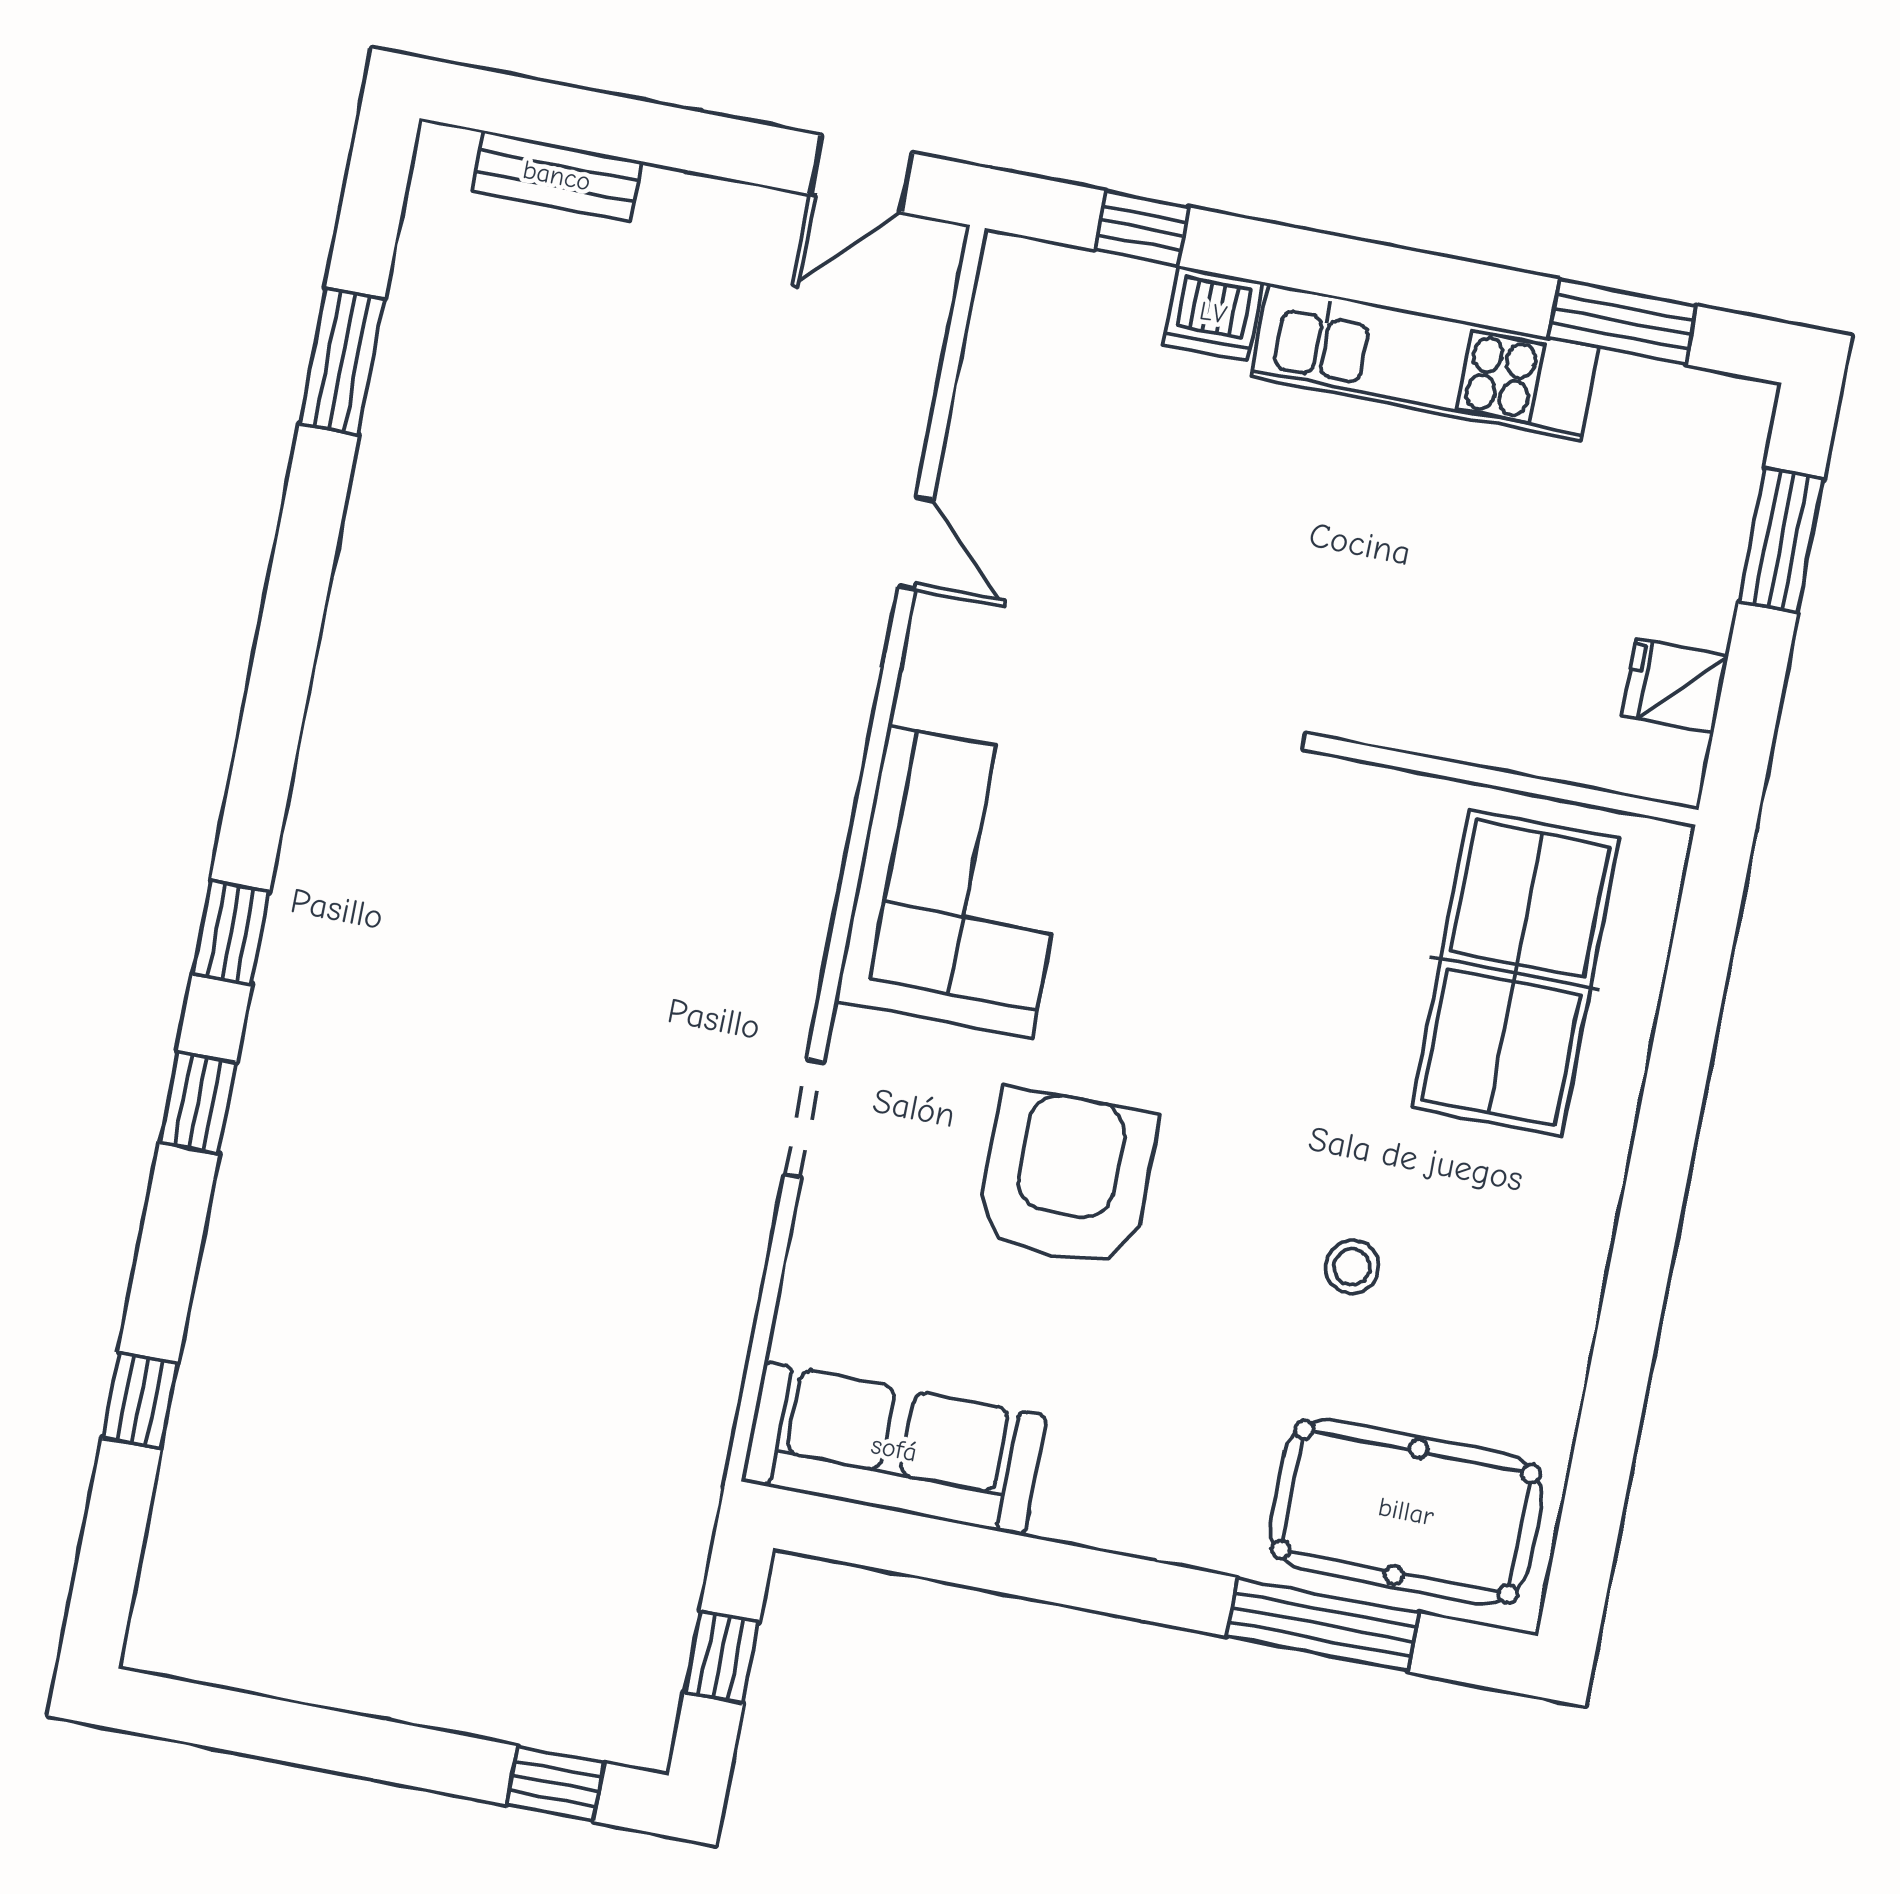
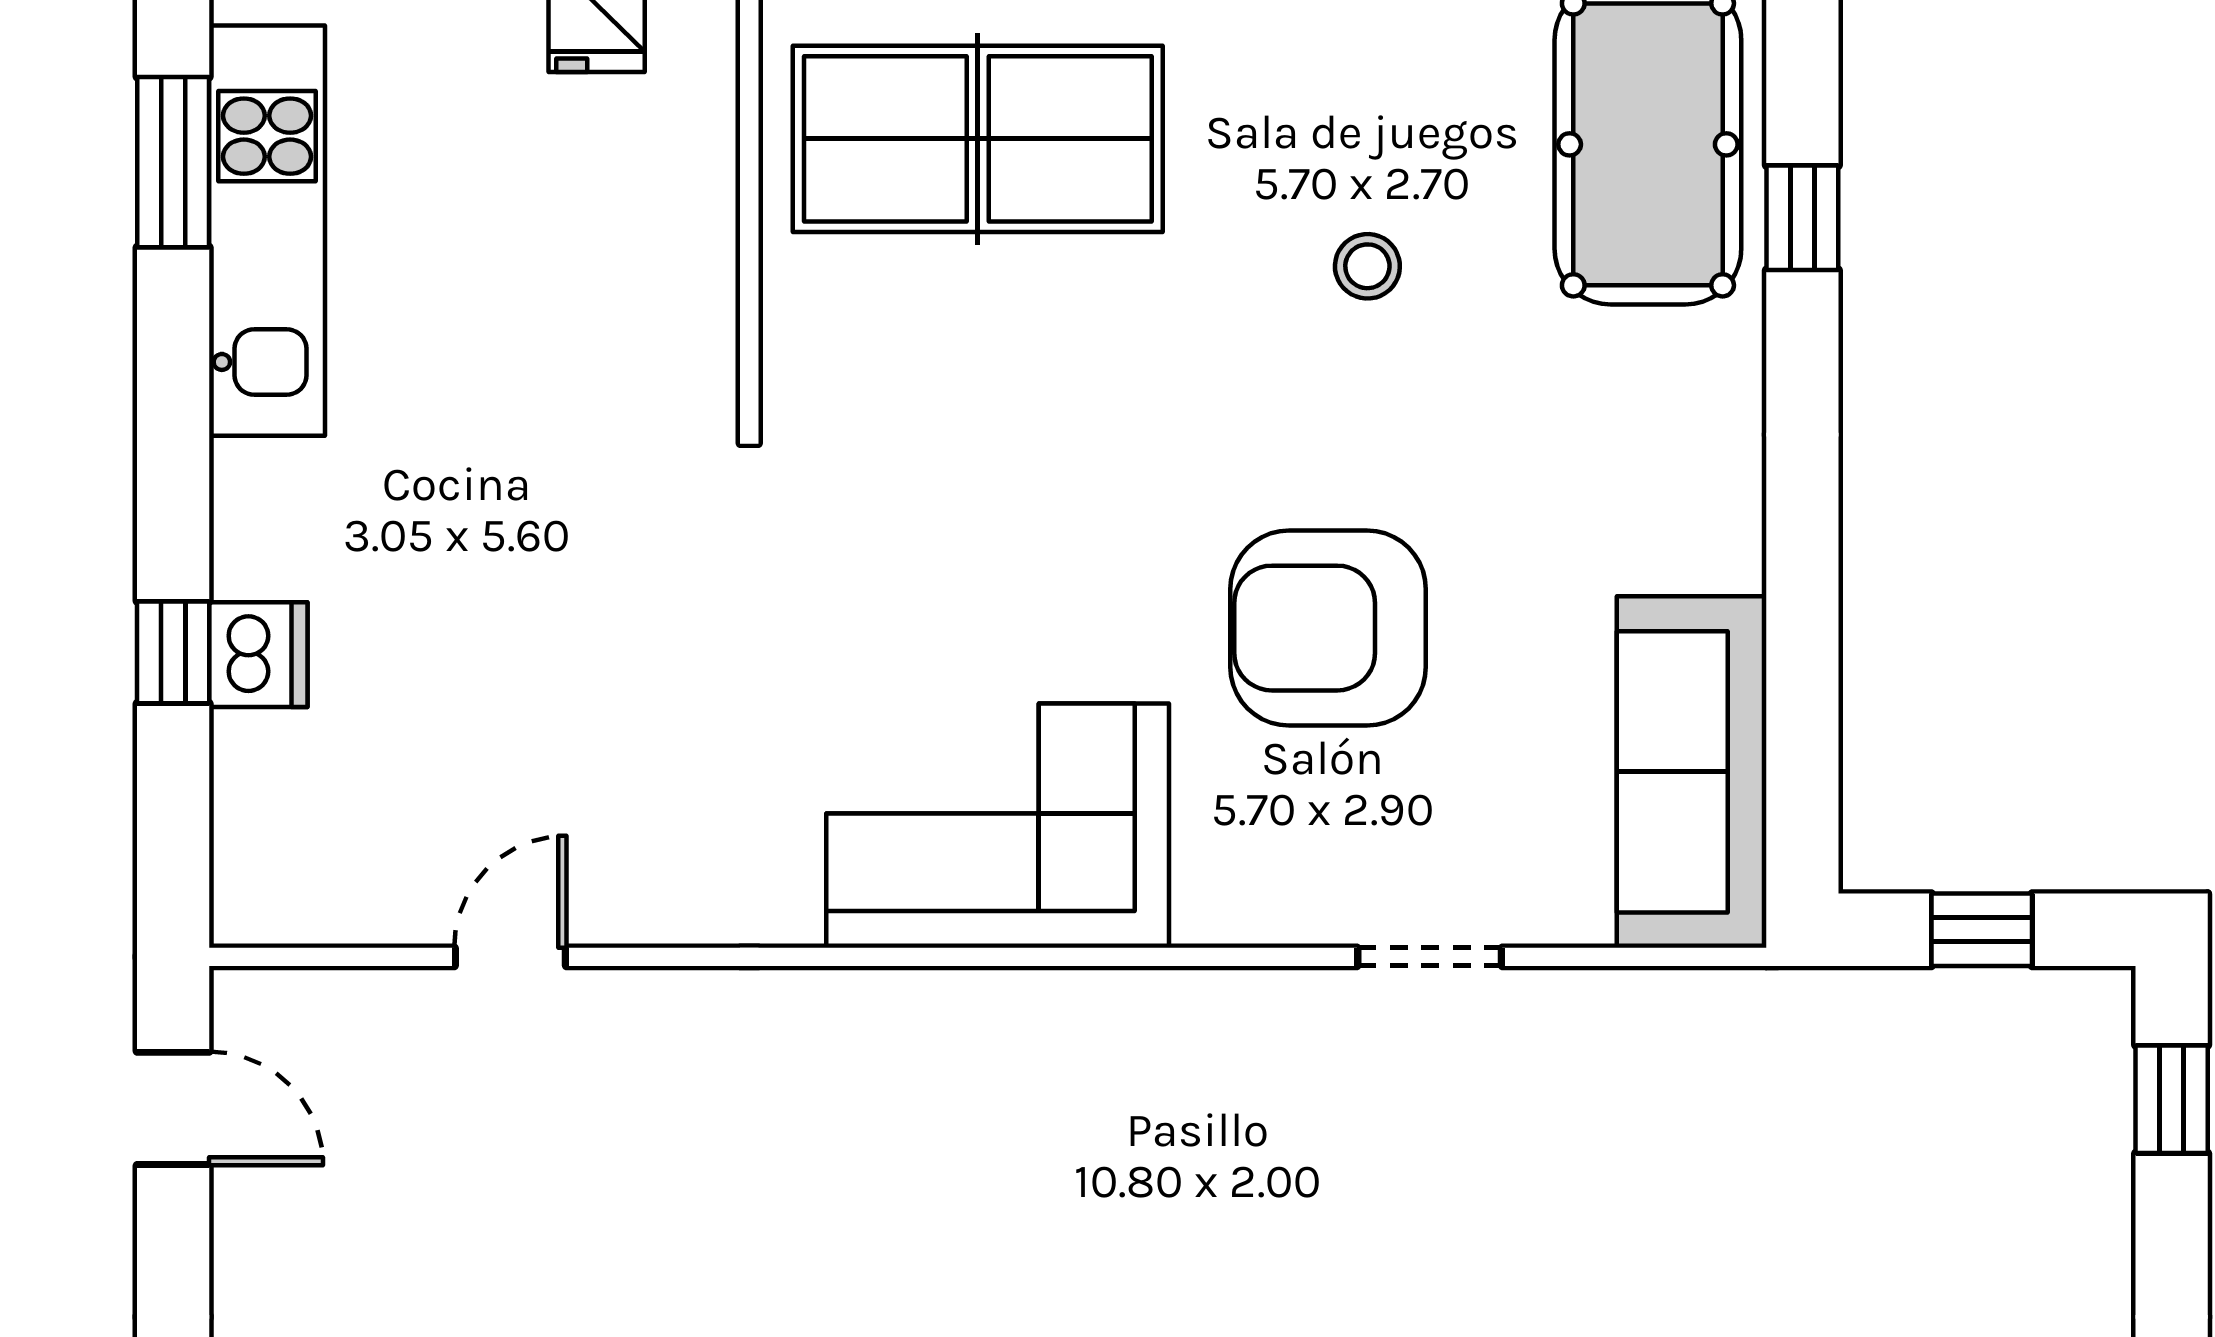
window: (1142, 228) -> (173, 652), moved
kitchen unit: (1425, 362) -> (267, 231), moved
door: (916, 543) -> (510, 957), moved
doorway: (804, 1119) -> (1430, 957), moved
window: (1323, 1625) -> (1802, 218), width x0.46

